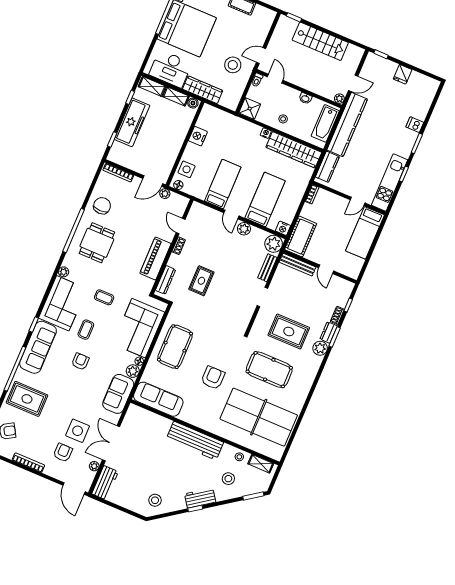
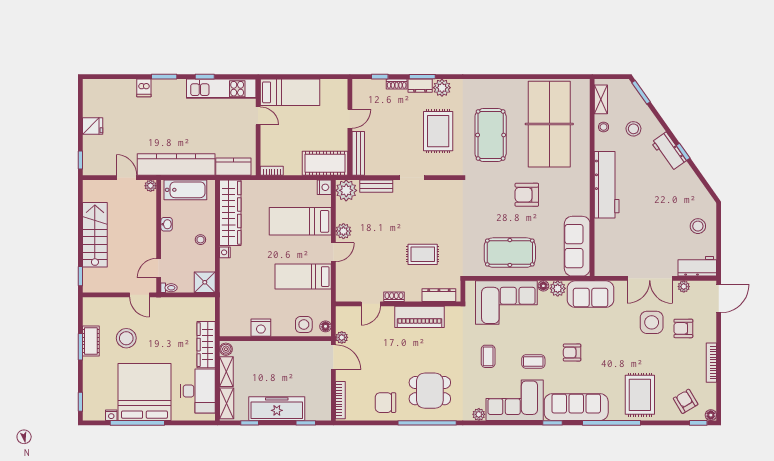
stool: (233, 65) -> (126, 338), moved
stool: (155, 500) -> (698, 226), moved

